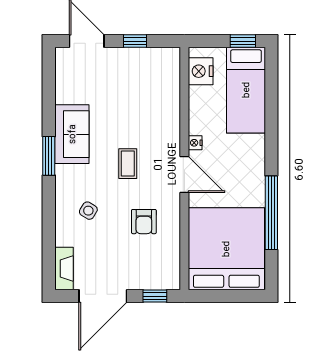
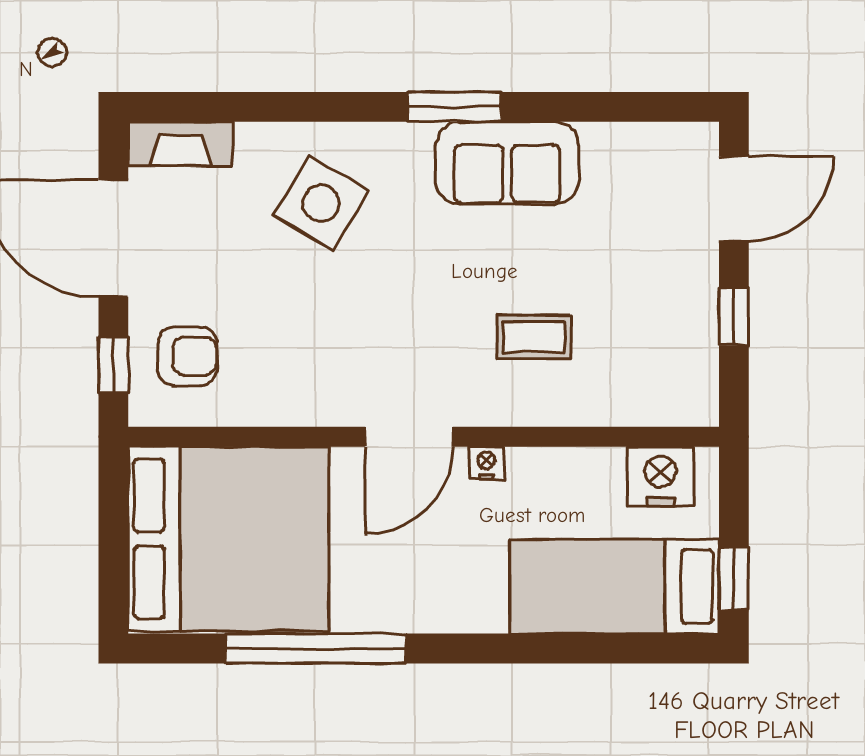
coffee table: (128, 164) -> (534, 337), moved
side table: (88, 211) -> (321, 203), width x1.87, depth x1.87
armchair: (144, 222) -> (187, 356), moved, turned 180

